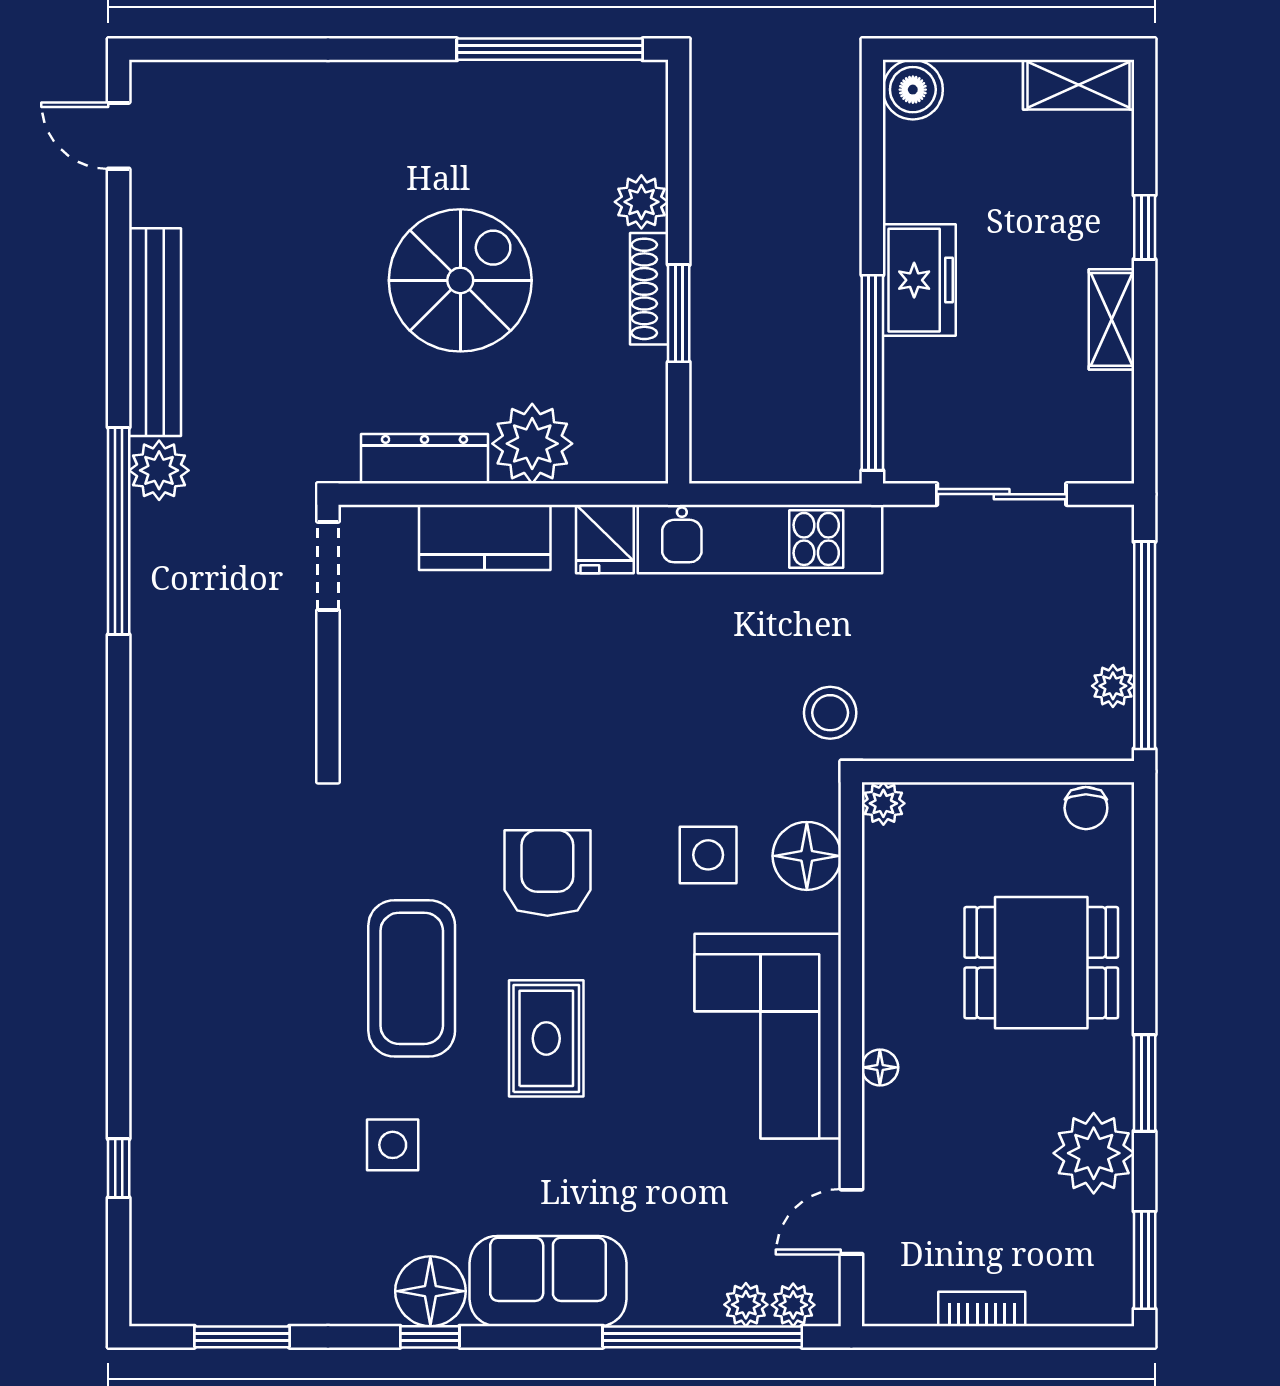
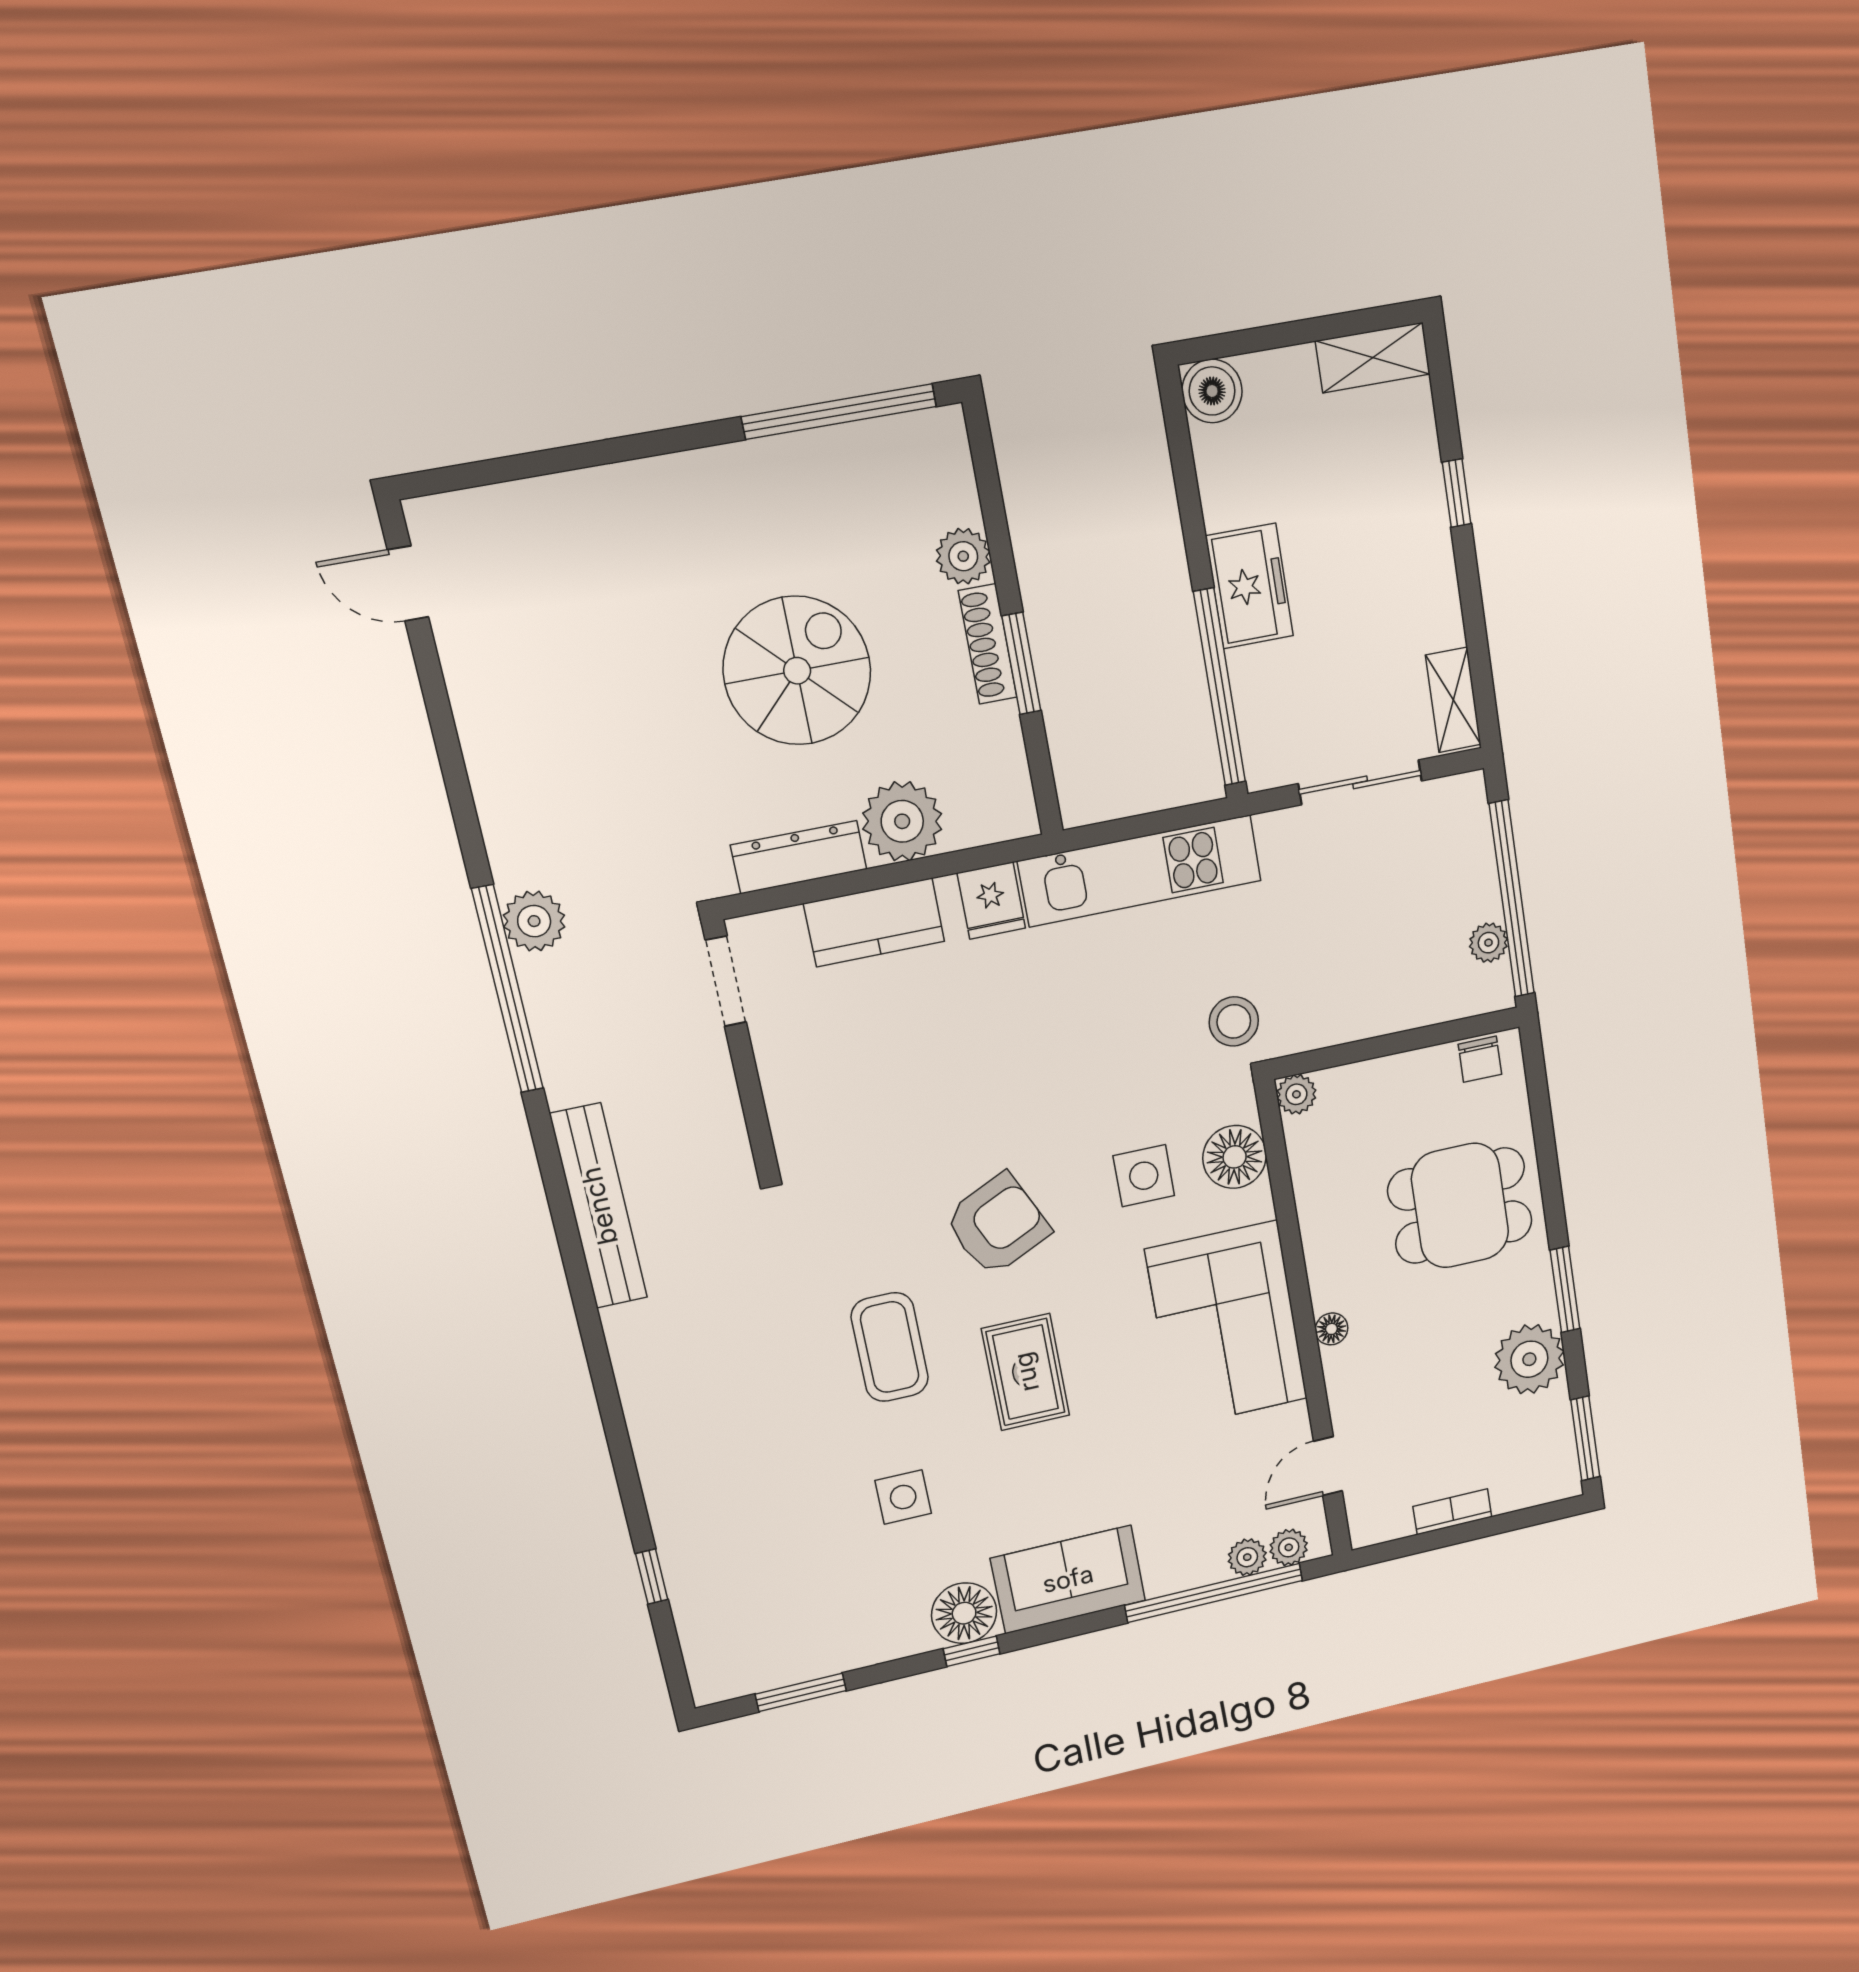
shelving: (1112, 319) -> (1453, 700), moved
bench: (155, 332) -> (599, 1206), moved
armchair: (547, 873) -> (997, 1225), turned 65
coffee table: (412, 978) -> (890, 1347), width x0.73, depth x0.76

